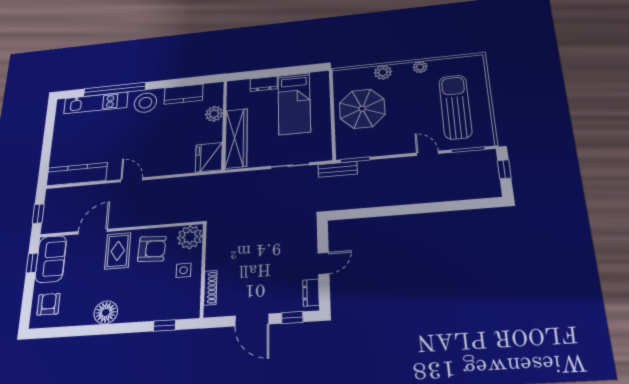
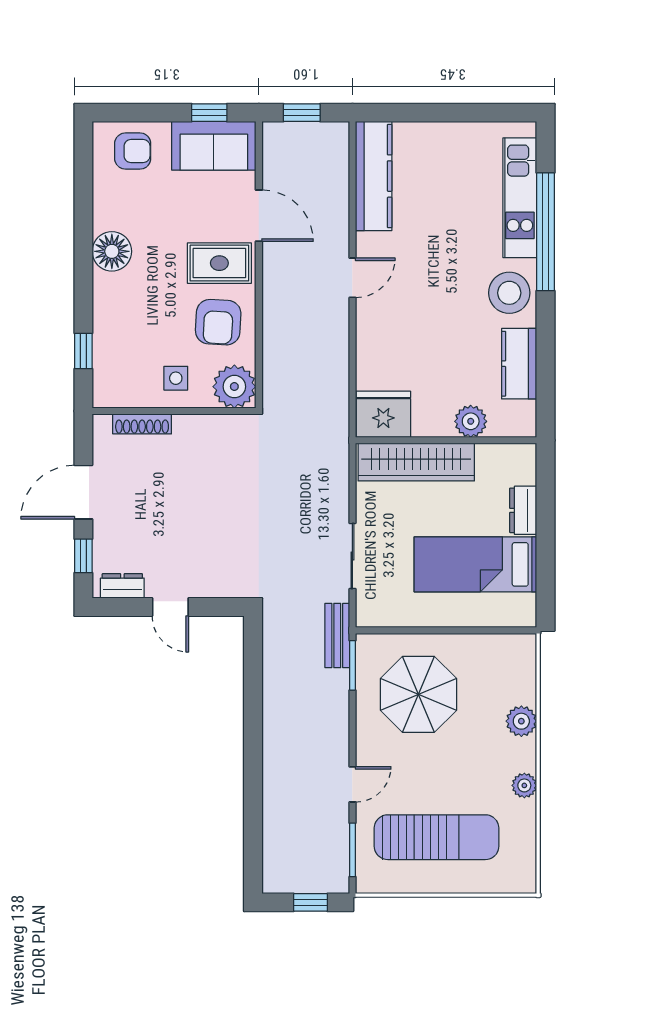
parasol: (362, 109) -> (418, 694), moved

